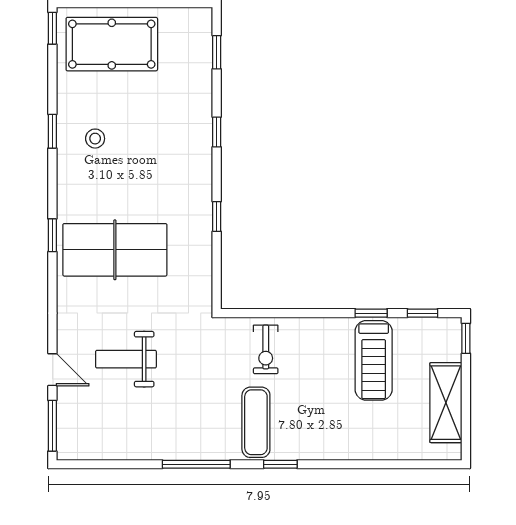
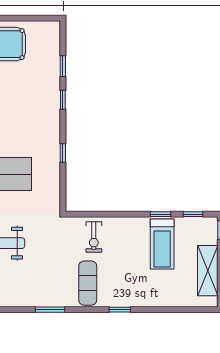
window: (217, 52) -> (63, 66), moved
window: (196, 464) -> (50, 310), width x0.69
window: (280, 464) -> (120, 310), moved

